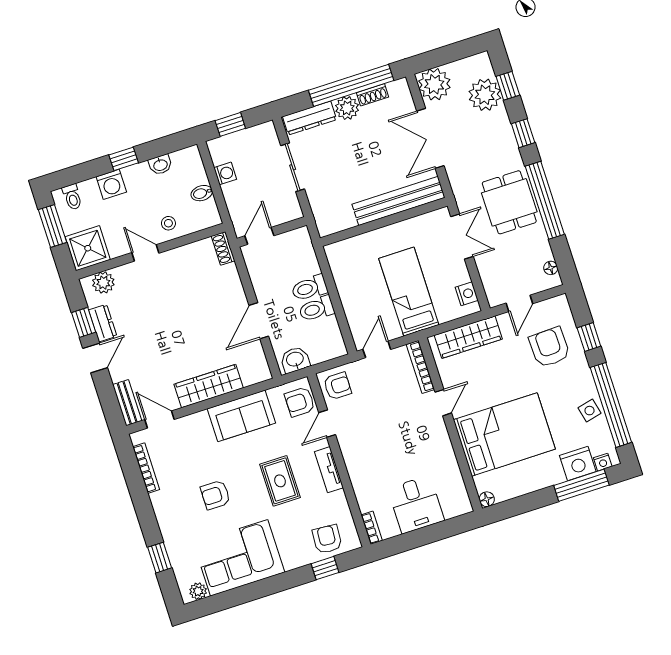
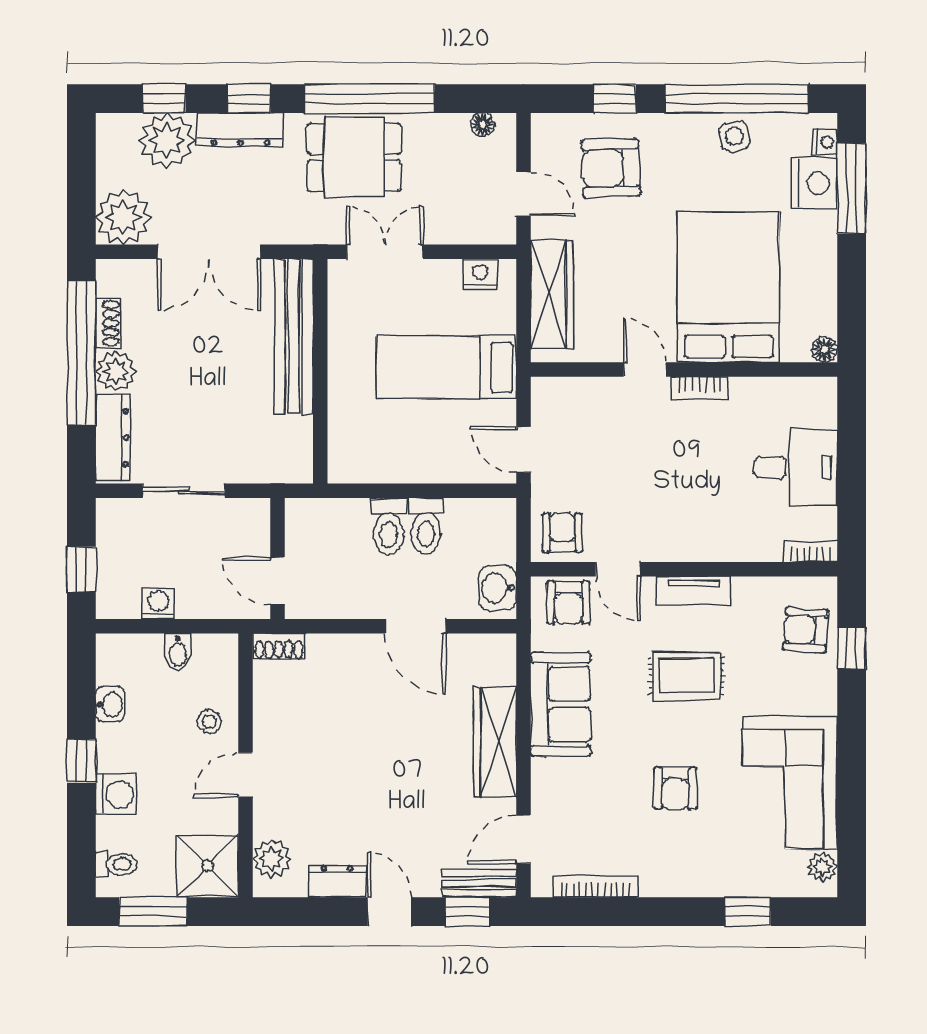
dresser: (504, 134) -> (241, 130), added
window: (84, 322) -> (468, 912), moved
bookcase: (420, 367) -> (699, 388), moved, width x0.64

